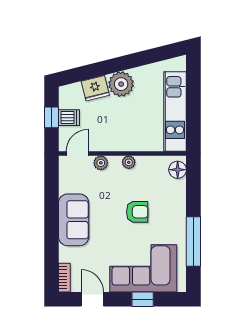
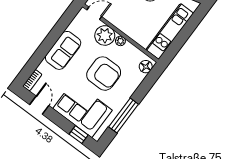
plant: (101, 163) -> (105, 35), width x1.87, depth x1.87
armchair: (137, 212) -> (104, 74), width x1.88, depth x1.88
window: (143, 299) -> (79, 135), moved

